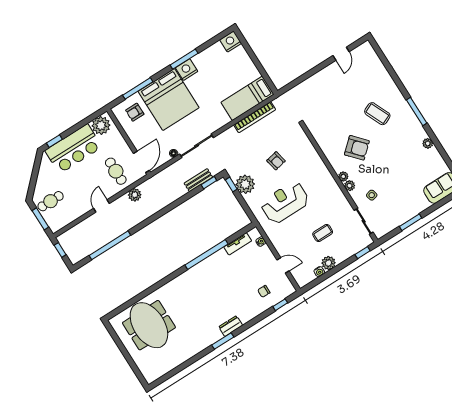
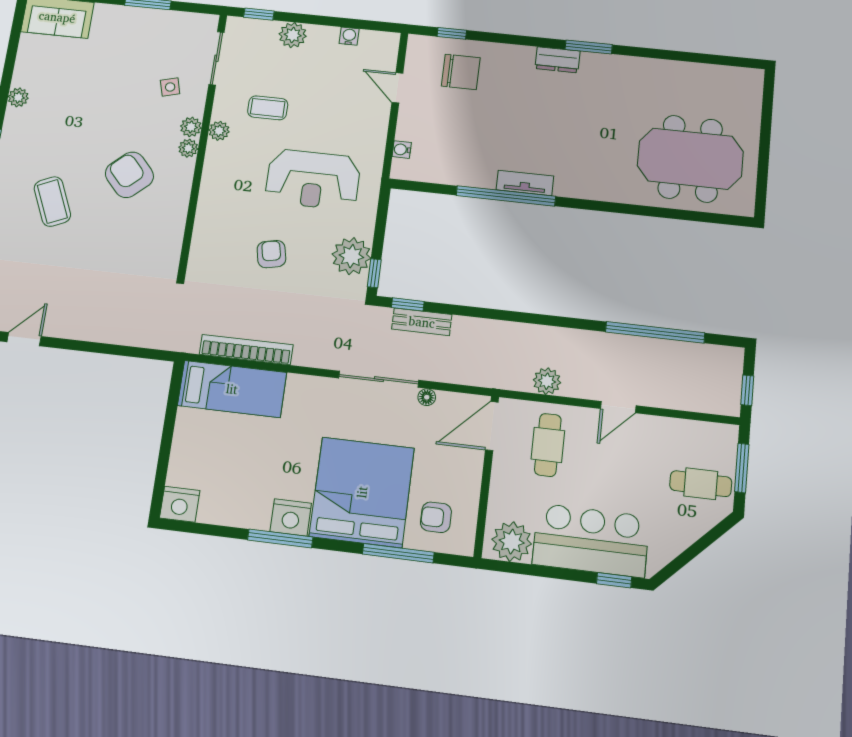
armchair: (135, 112) -> (436, 517), turned 180
plant: (337, 193) -> (219, 131), added
coffee table: (323, 233) -> (268, 108), moved
tv unit: (238, 244) -> (525, 183), moved
plant: (329, 263) -> (293, 35), moved
chair: (264, 291) -> (461, 72), width x1.87, depth x1.87
meeting table: (149, 325) -> (690, 159), turned 90

